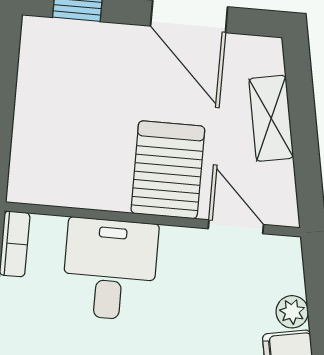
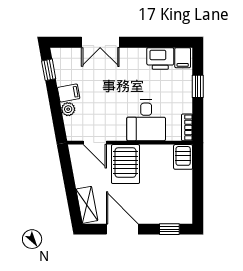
shelving: (271, 118) -> (87, 205), moved
server rack: (30, 175) -> (183, 157), added

